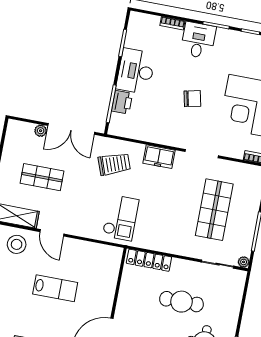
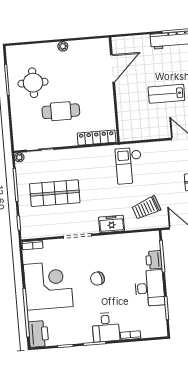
shop shelf: (214, 210) -> (55, 193), turned 90

